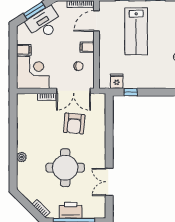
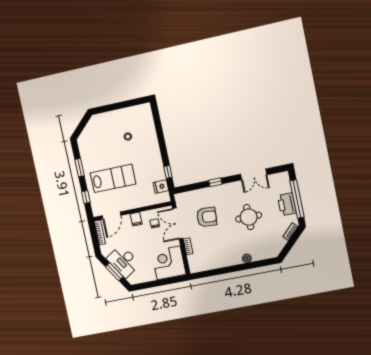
door: (96, 21) -> (111, 216), hinge flipped
filing cabinet: (24, 50) -> (150, 275), removed
double door: (73, 91) -> (178, 223), swing flipped
window: (109, 140) -> (215, 182), added
round table: (65, 168) -> (249, 217), width x0.73, depth x0.73

